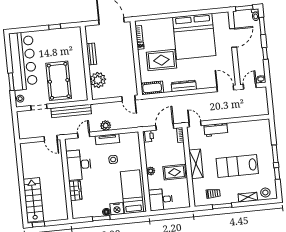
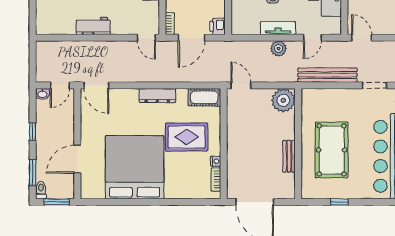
plant: (98, 80) -> (283, 100), moved
pool table: (59, 81) -> (332, 150), moved
workbench: (216, 130) -> (93, 26), moved

